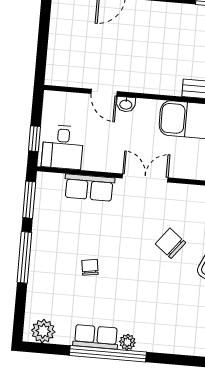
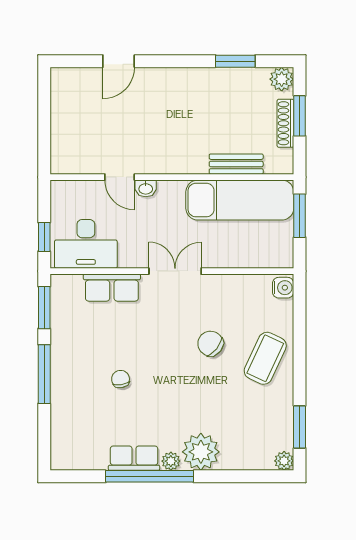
desk: (63, 147) -> (86, 244), width x1.37
plant: (43, 331) -> (201, 452), moved, width x1.36, depth x1.36

